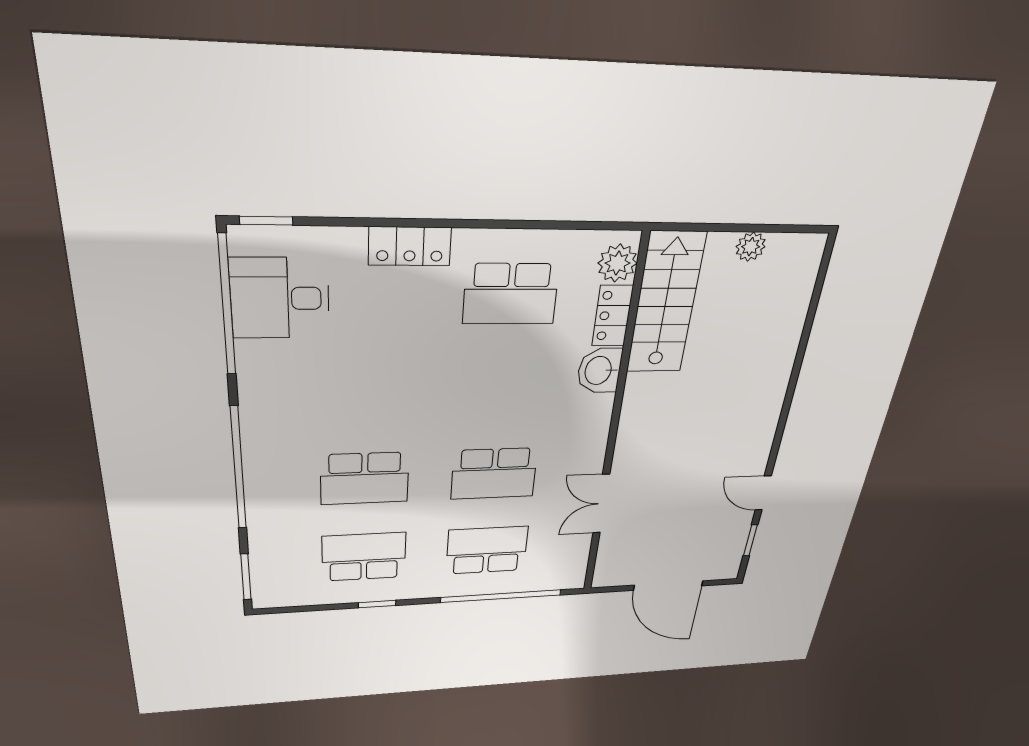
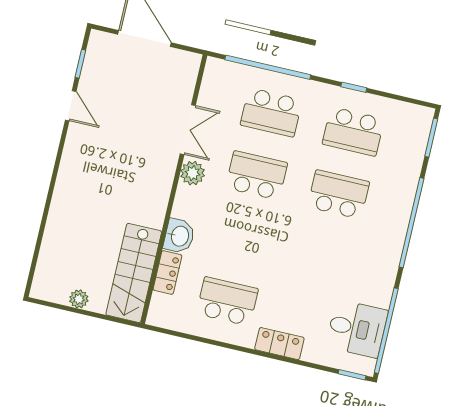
plant: (617, 263) -> (193, 173), moved

